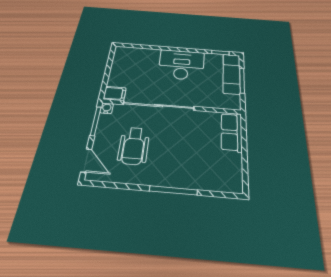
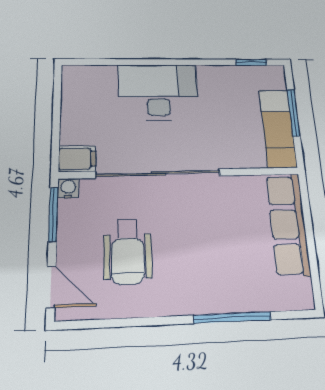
desk: (181, 65) -> (158, 92), moved
exam couch: (232, 74) -> (278, 128), moved
row of seats: (232, 132) -> (288, 224), width x1.48
window: (173, 190) -> (232, 318), moved

